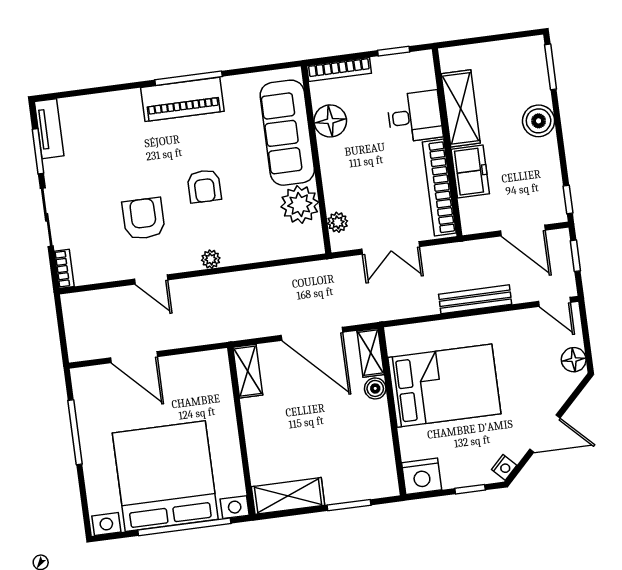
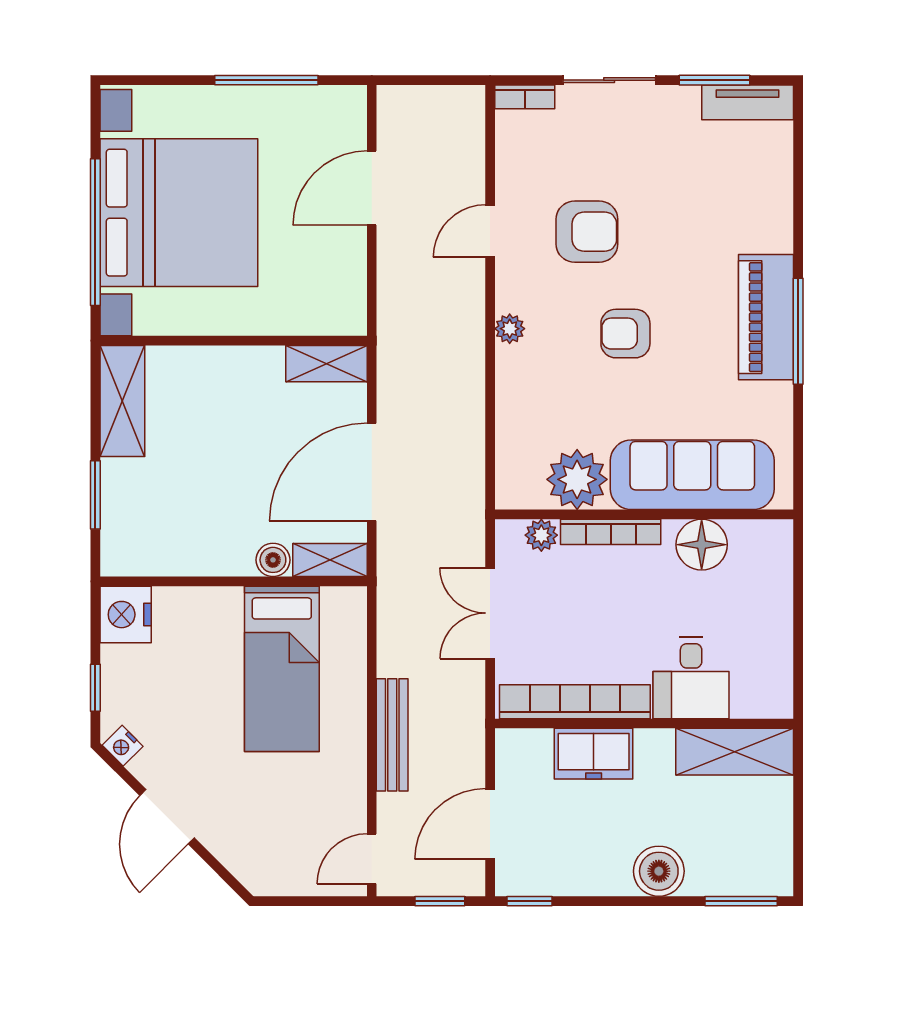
window: (394, 51) -> (798, 658), removed
bookcase: (339, 70) -> (611, 532), moved, turned -90
shelving: (461, 108) -> (735, 752), moved
floor lamp: (574, 360) -> (277, 877), removed
bed: (444, 386) -> (282, 669), width x0.67

